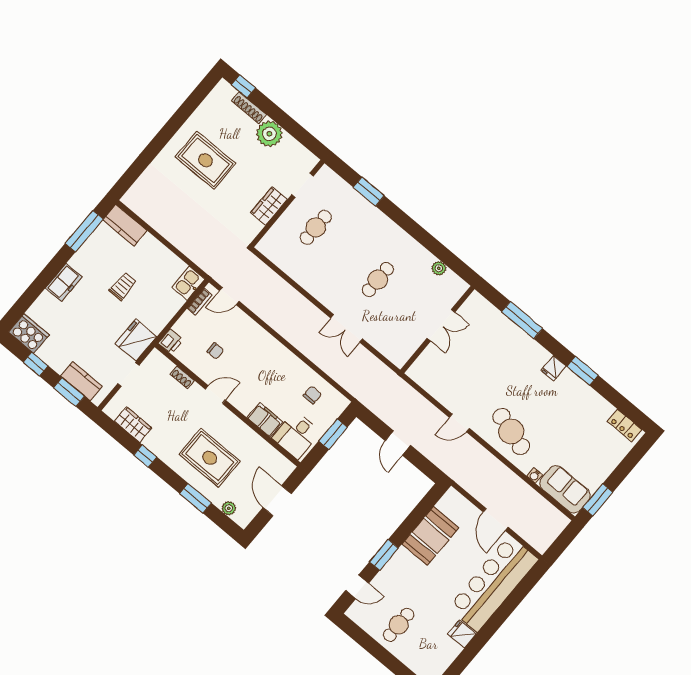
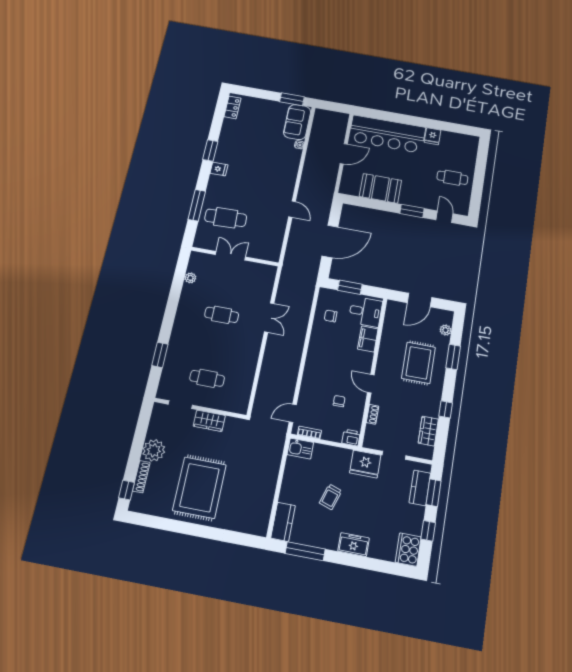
rug: (205, 160) -> (199, 488), width x1.37, depth x1.44
trolley: (123, 286) -> (331, 497), turned -72
door: (229, 296) -> (293, 413), swing flipped
cafe table: (511, 431) -> (226, 218), moved, turned 71
door: (398, 443) -> (330, 241), width x1.87

